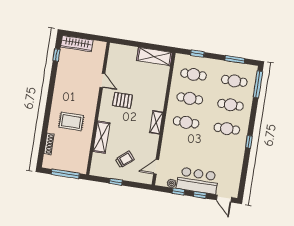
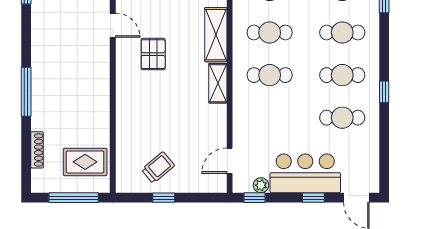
pallet: (123, 100) -> (153, 54), turned 90
window: (48, 110) -> (26, 92), added
rug: (71, 121) -> (85, 162), moved
shelving: (101, 137) -> (216, 35), moved
cafe table: (223, 153) -> (342, 118), added
trolley: (125, 159) -> (158, 168), moved
window: (178, 192) -> (254, 198), moved

